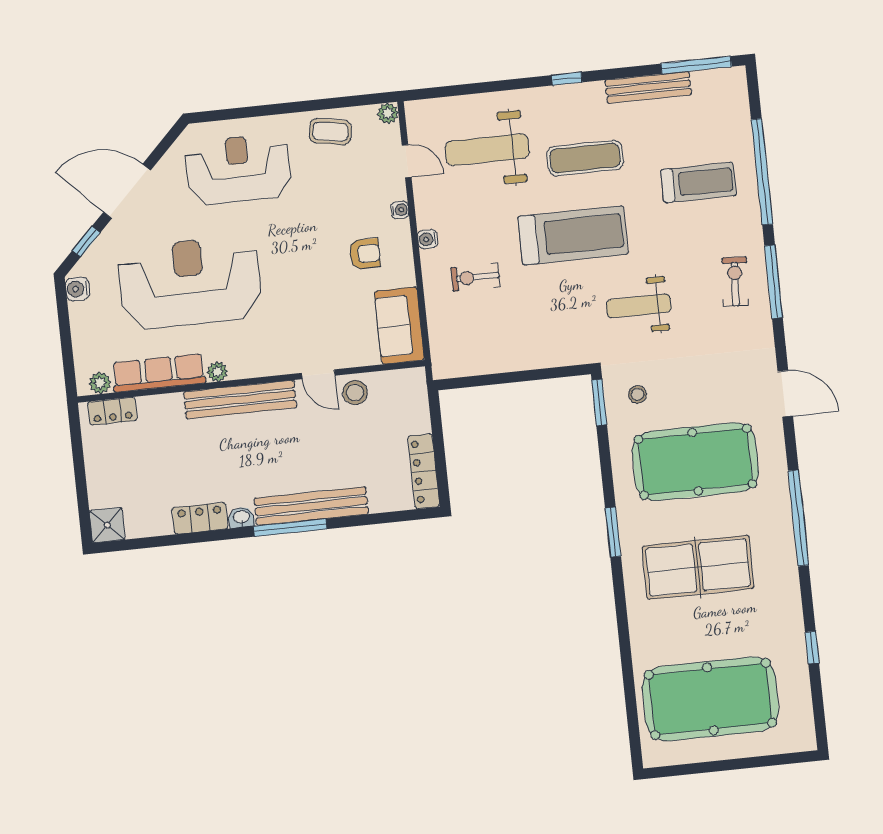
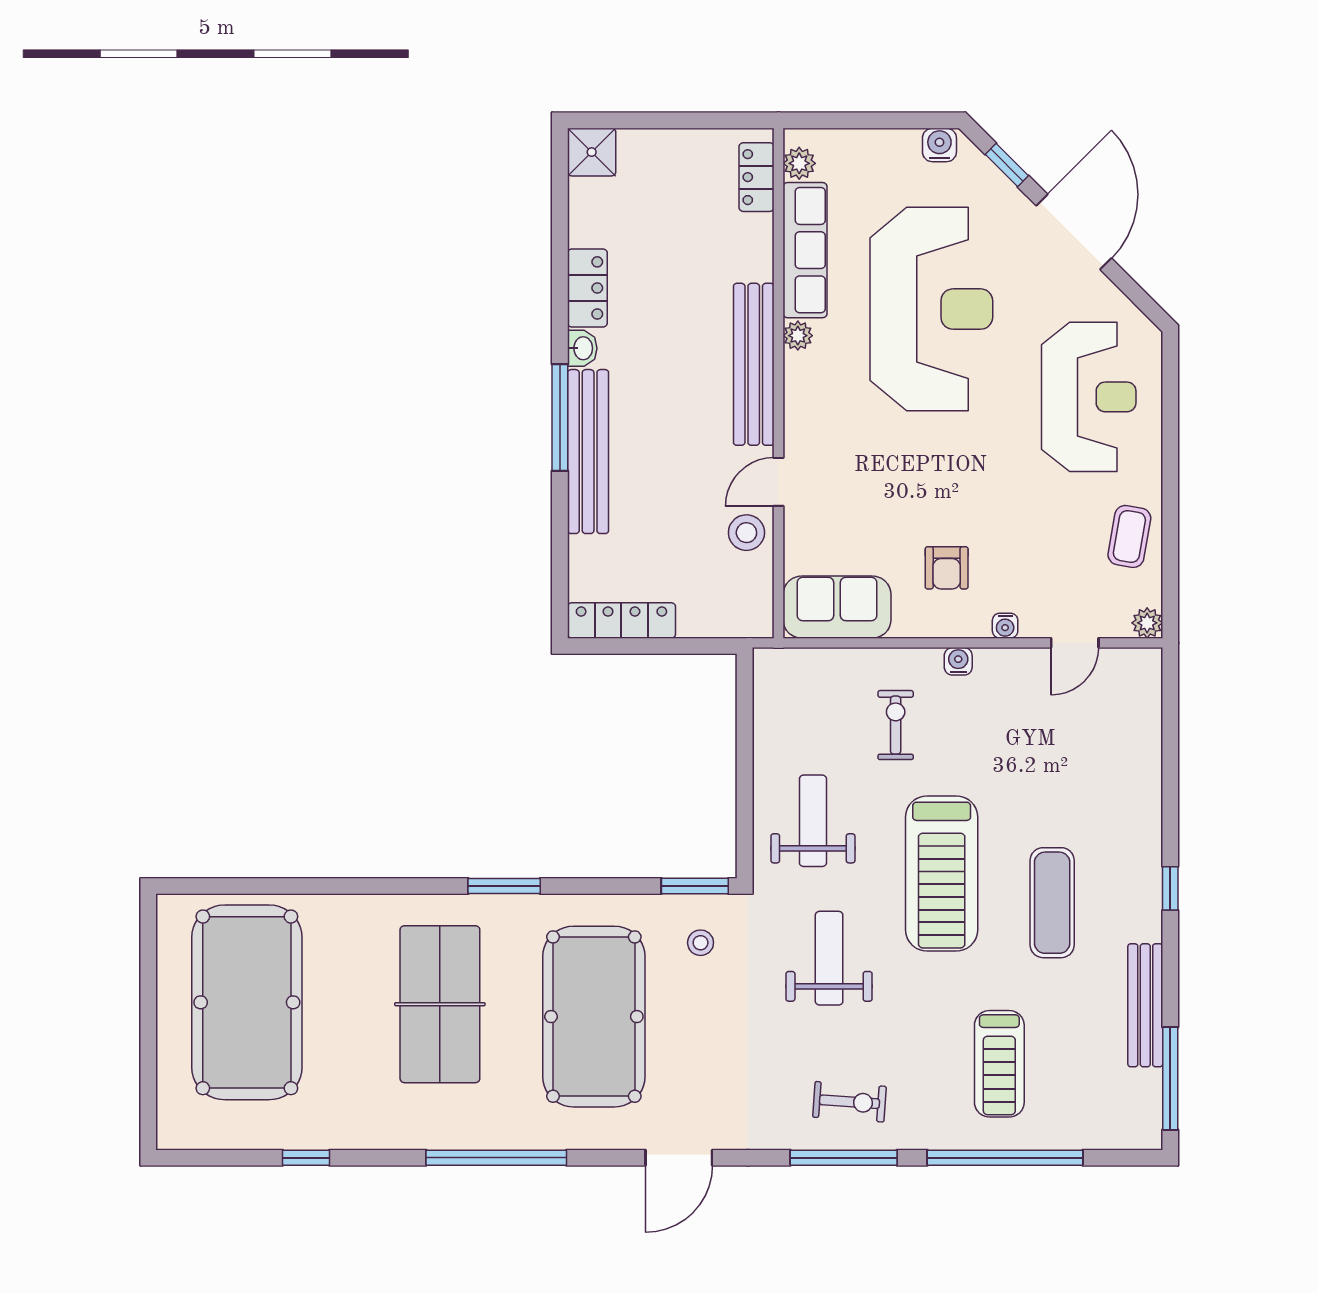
weight bench: (487, 150) -> (813, 821), moved, width x0.73, depth x0.75

